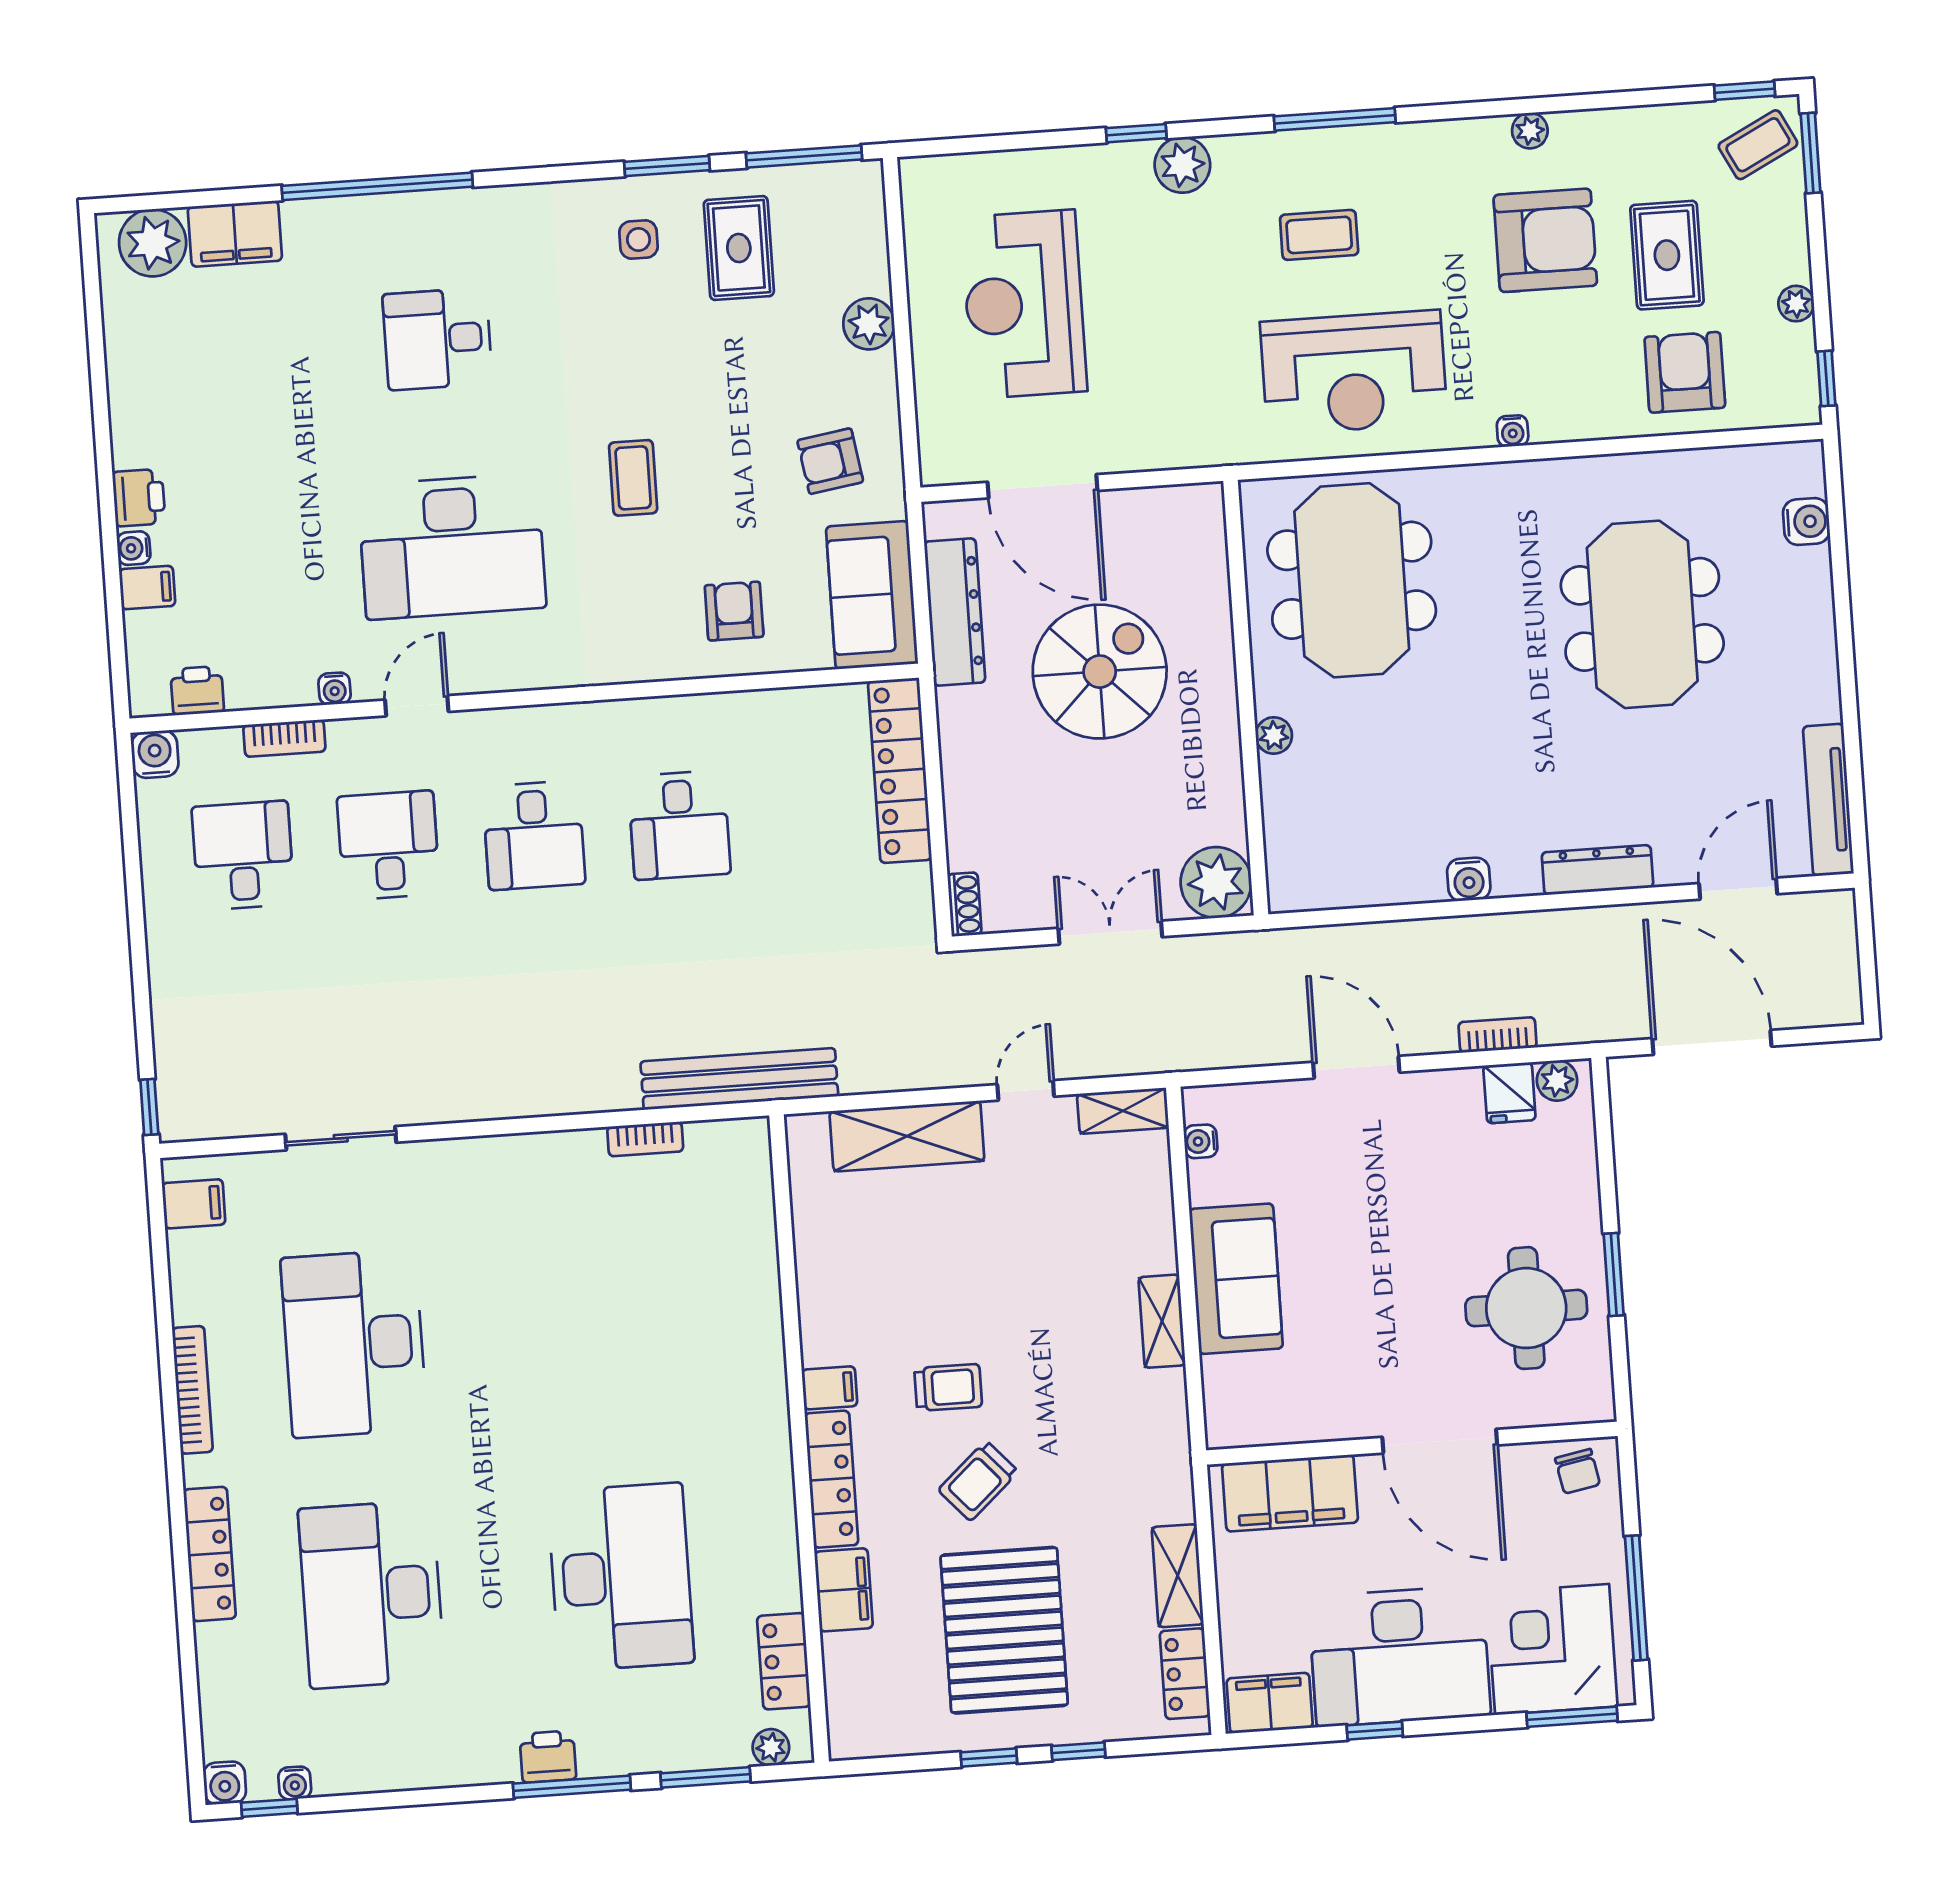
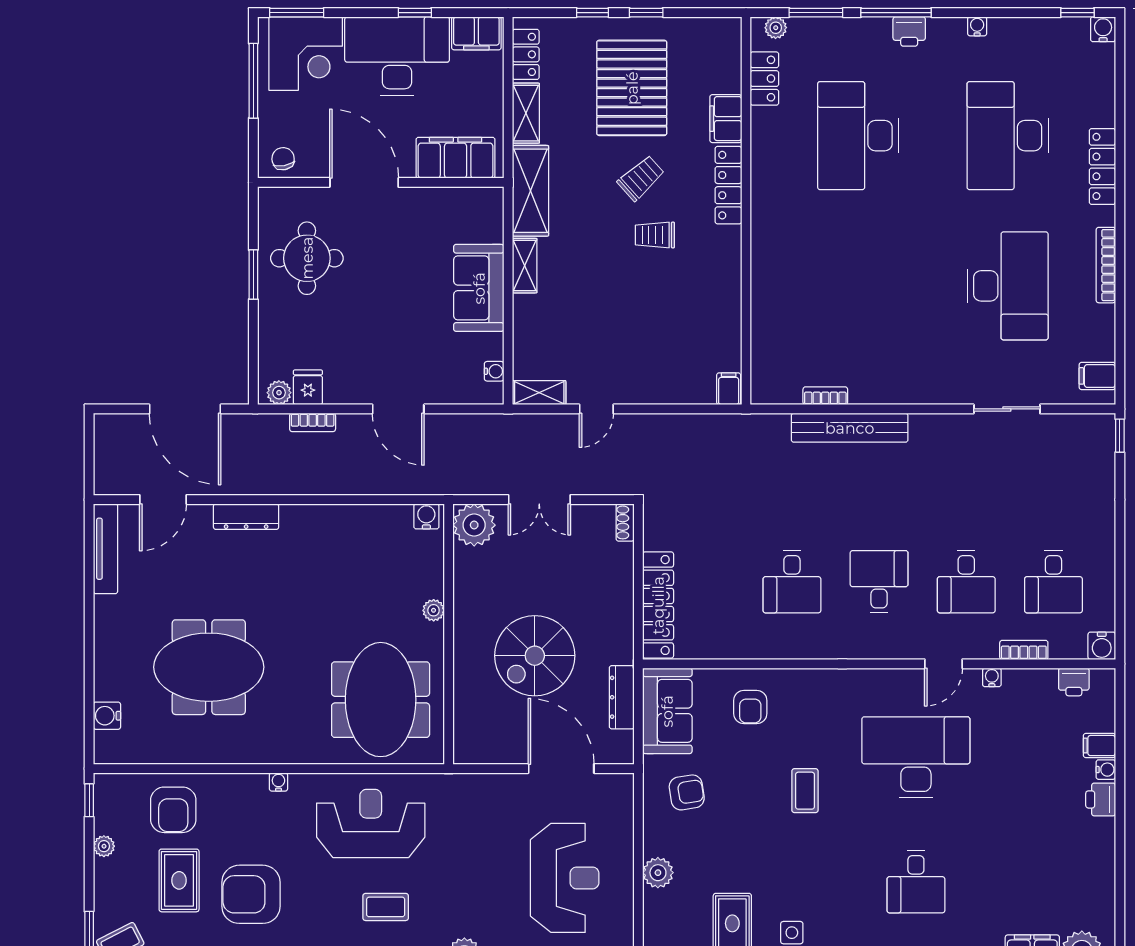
desk: (437, 339) -> (916, 882), turned 90
dresser: (955, 612) -> (622, 697), width x0.73, depth x0.80
meeting table: (1642, 614) -> (209, 667), turned 90
desk: (679, 825) -> (792, 582), turned 180
water cooler: (1469, 879) -> (426, 516), moved
bench: (739, 1079) -> (850, 428), moved
shelving: (907, 1136) -> (531, 191), moved, turned 90
filing cabinet: (829, 1388) -> (729, 389), moved, turned 90
desk: (371, 1594) -> (1008, 136), turned 180
water cooler: (295, 1783) -> (977, 26), moved

